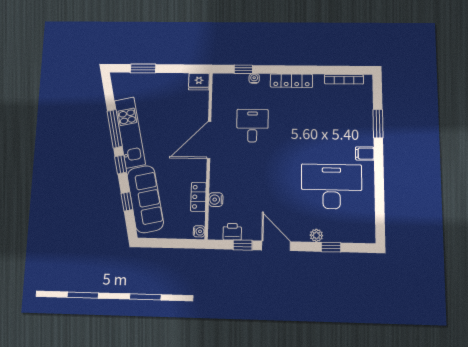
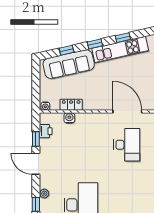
desk: (252, 126) -> (127, 145), width x1.37
window: (115, 129) -> (123, 38), width x0.46
door: (209, 140) -> (127, 112), moved
door: (276, 246) -> (36, 164), swing flipped

